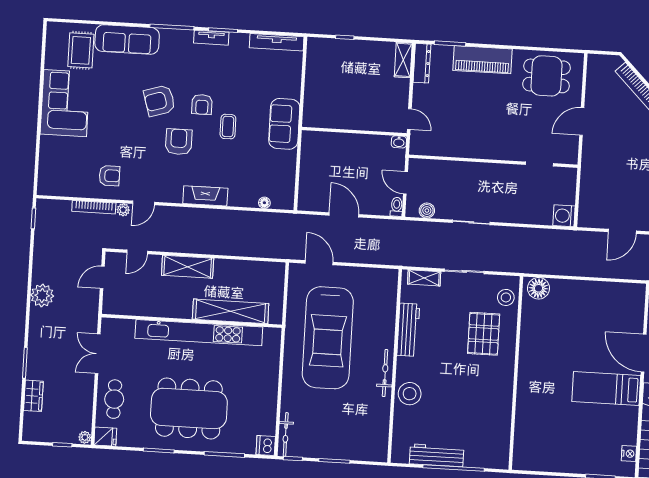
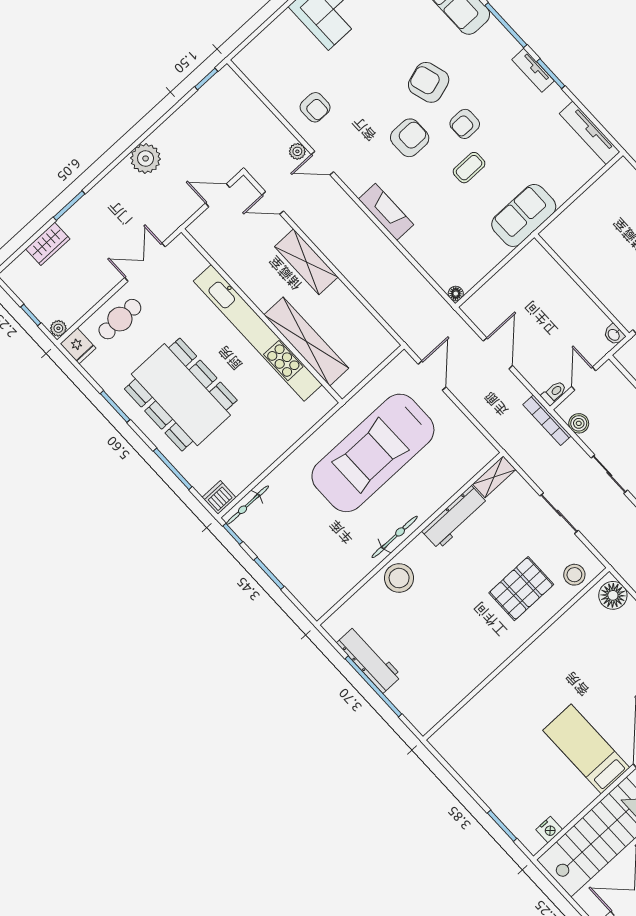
floor lamp: (264, 203) -> (456, 294), moved
bookcase: (94, 207) -> (547, 420), moved
shelving: (424, 278) -> (494, 477), moved, turned 90

